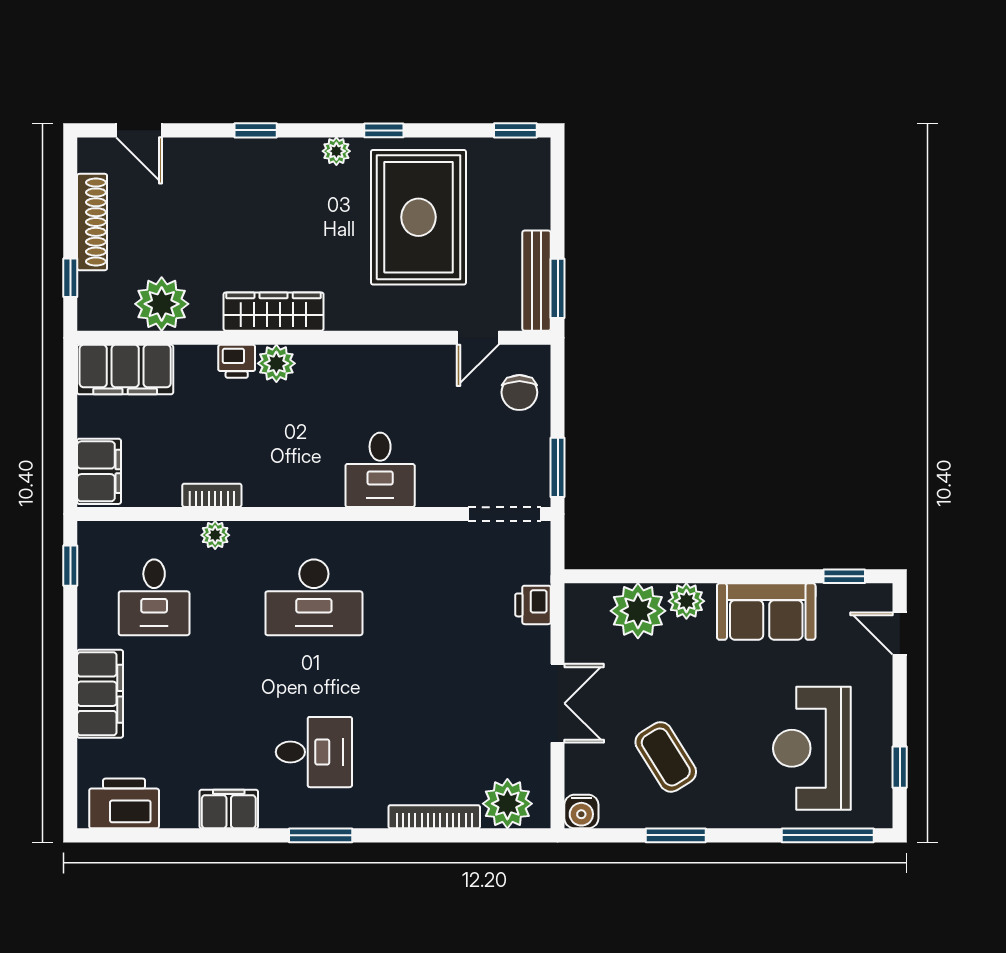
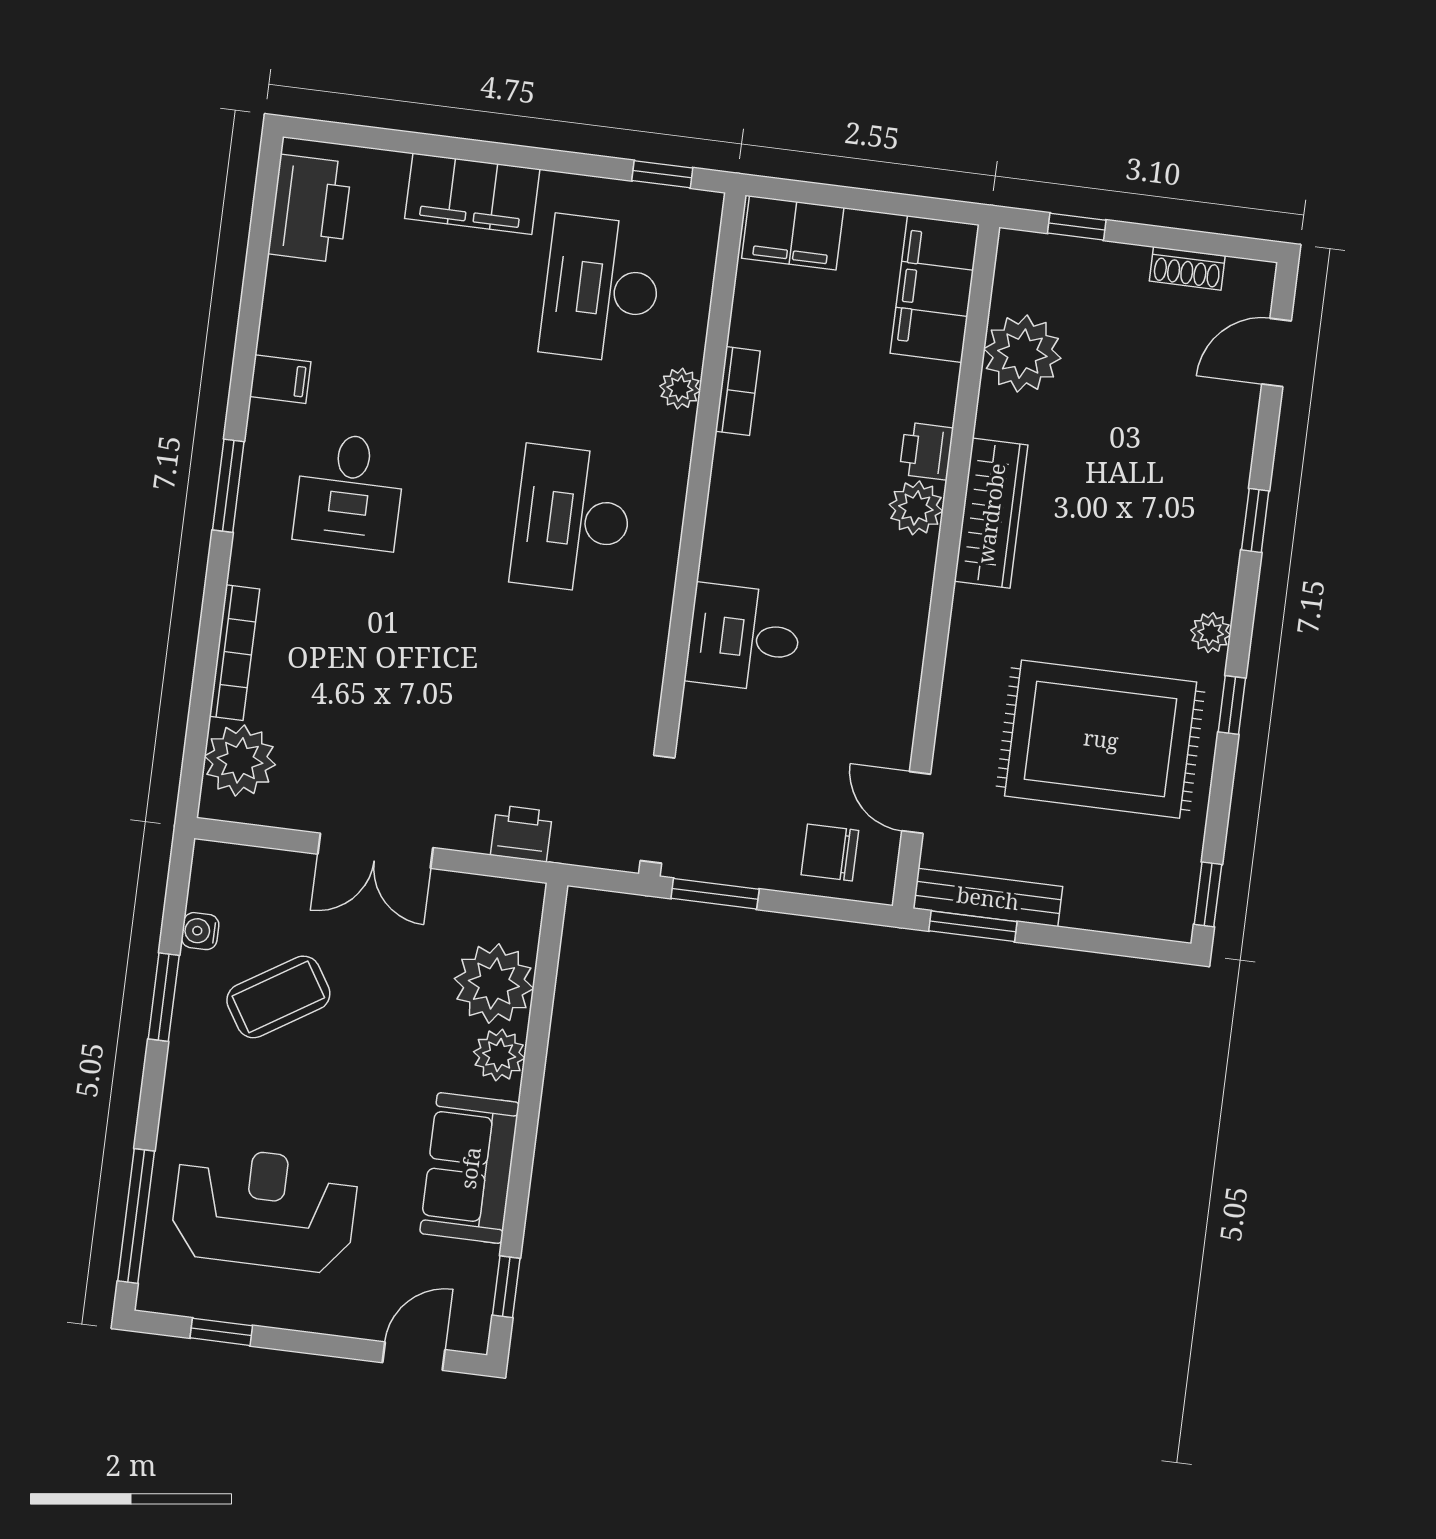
shoe rack: (92, 222) -> (1187, 268), width x0.51, depth x0.81
desk: (154, 597) -> (601, 289), width x1.37
filing cabinet: (229, 809) -> (280, 379), width x0.50
water cooler: (581, 812) -> (200, 931), moved, width x0.72, depth x0.72

